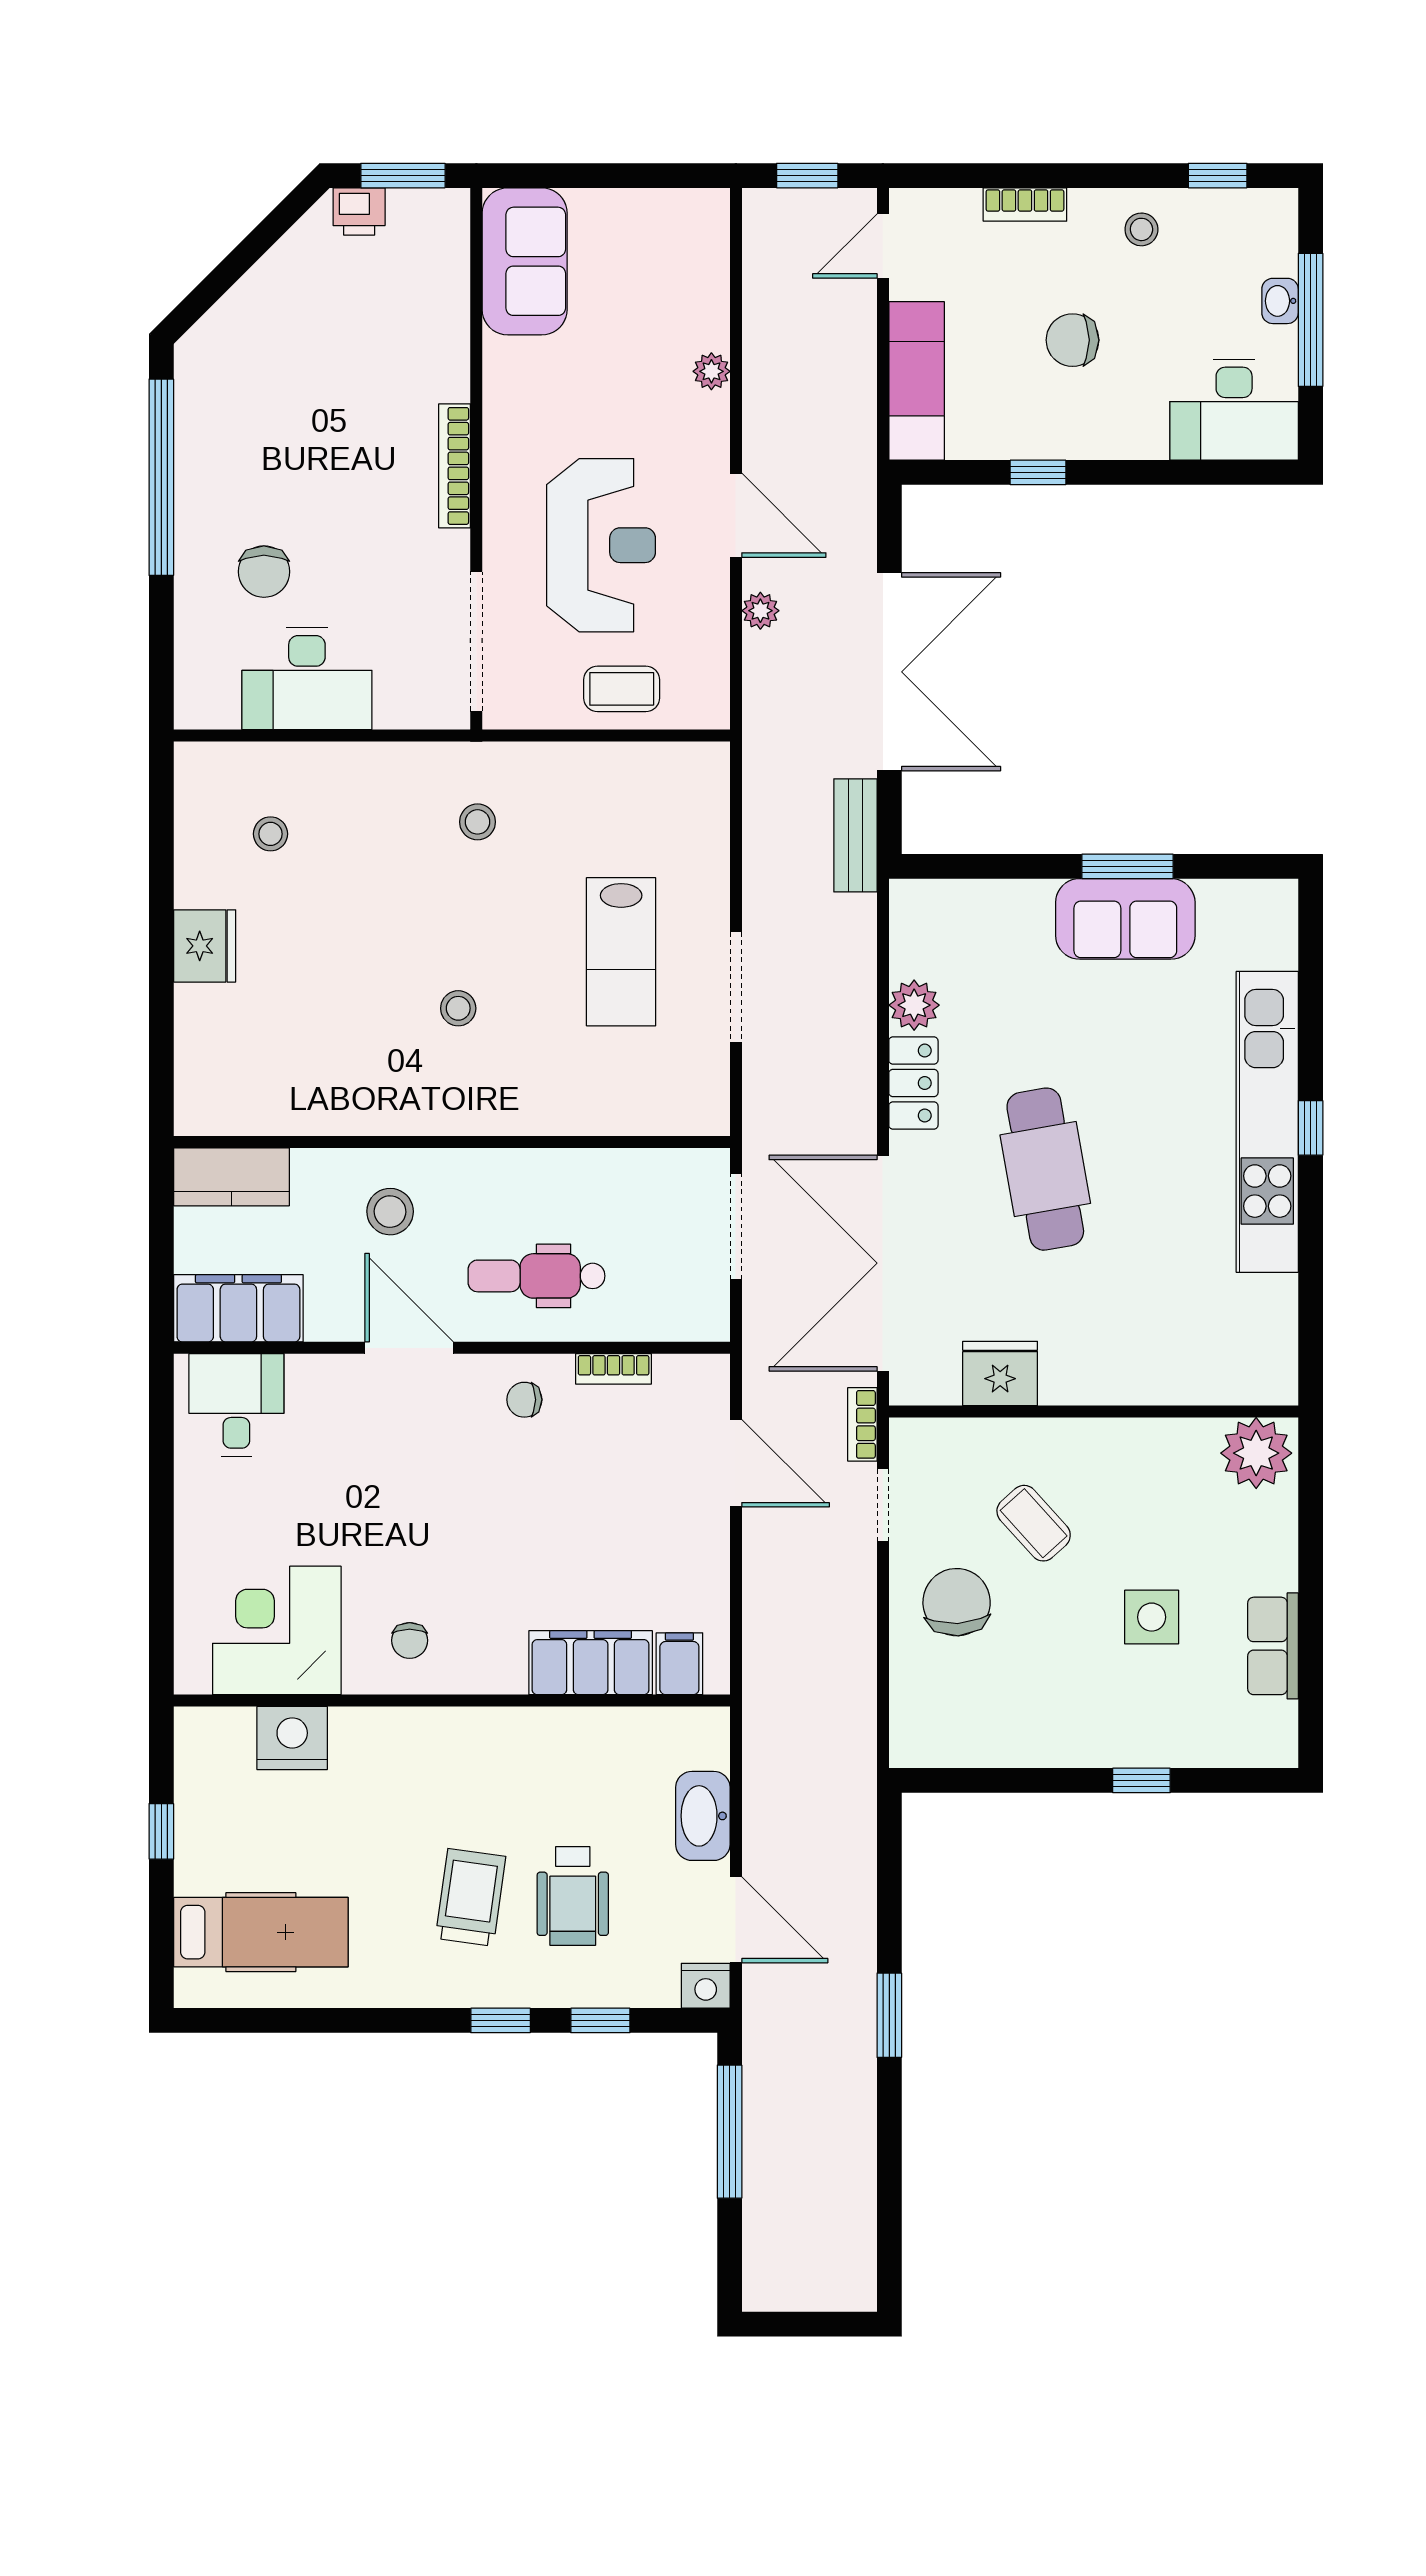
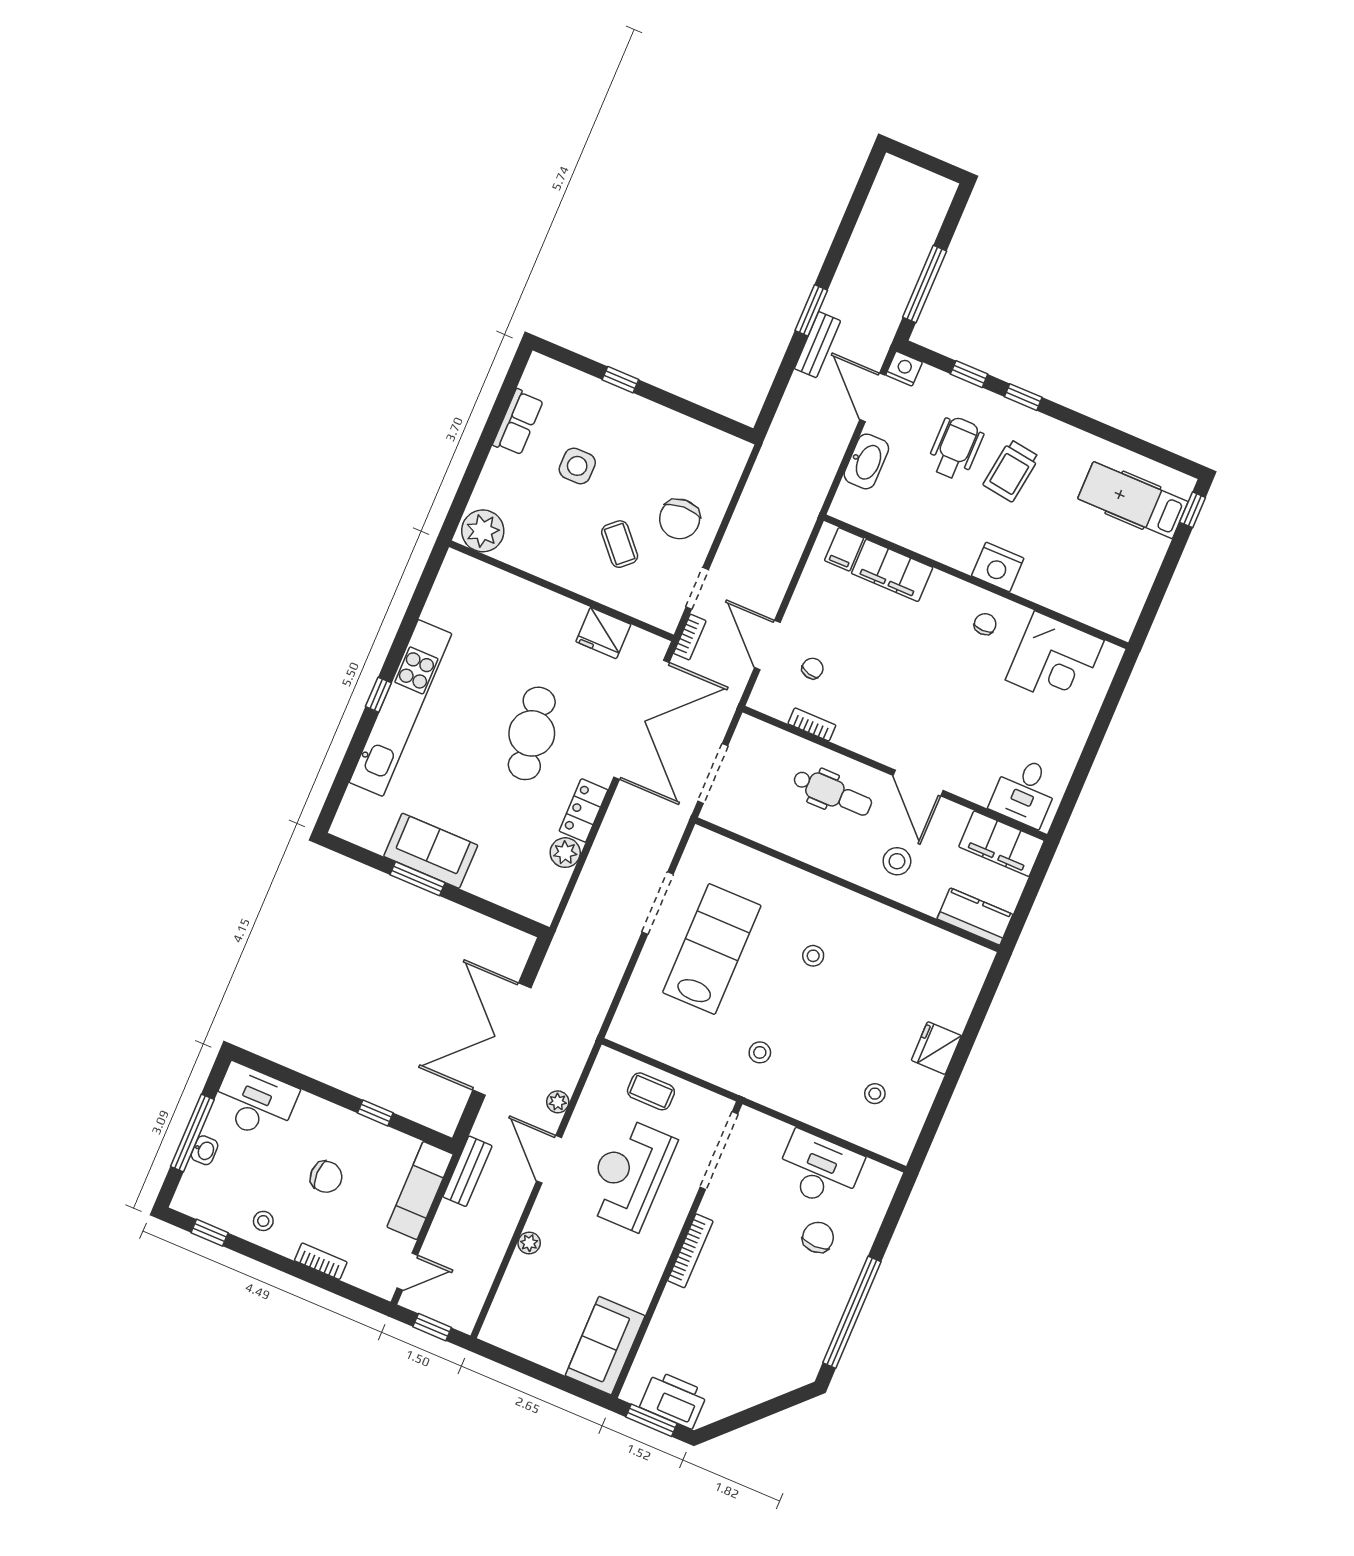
printer: (359, 211) -> (674, 1399), width x1.87, depth x1.48
bench: (855, 835) -> (467, 1171), moved
lab bench: (621, 952) -> (712, 949), width x1.36, depth x1.39
chair: (524, 1400) -> (813, 668), moved, turned -76
nightstand: (292, 1738) -> (998, 567), moved
window: (161, 1831) -> (1193, 510), moved
bench: (857, 1966) -> (817, 345), added

